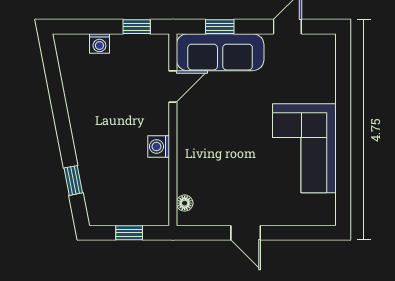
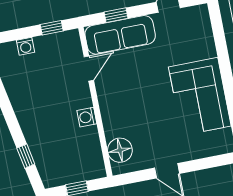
floor lamp: (185, 203) -> (120, 150), width x1.89, depth x1.89

